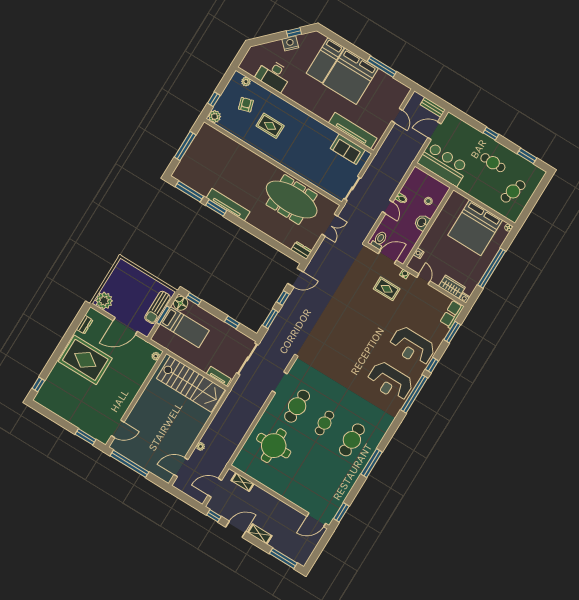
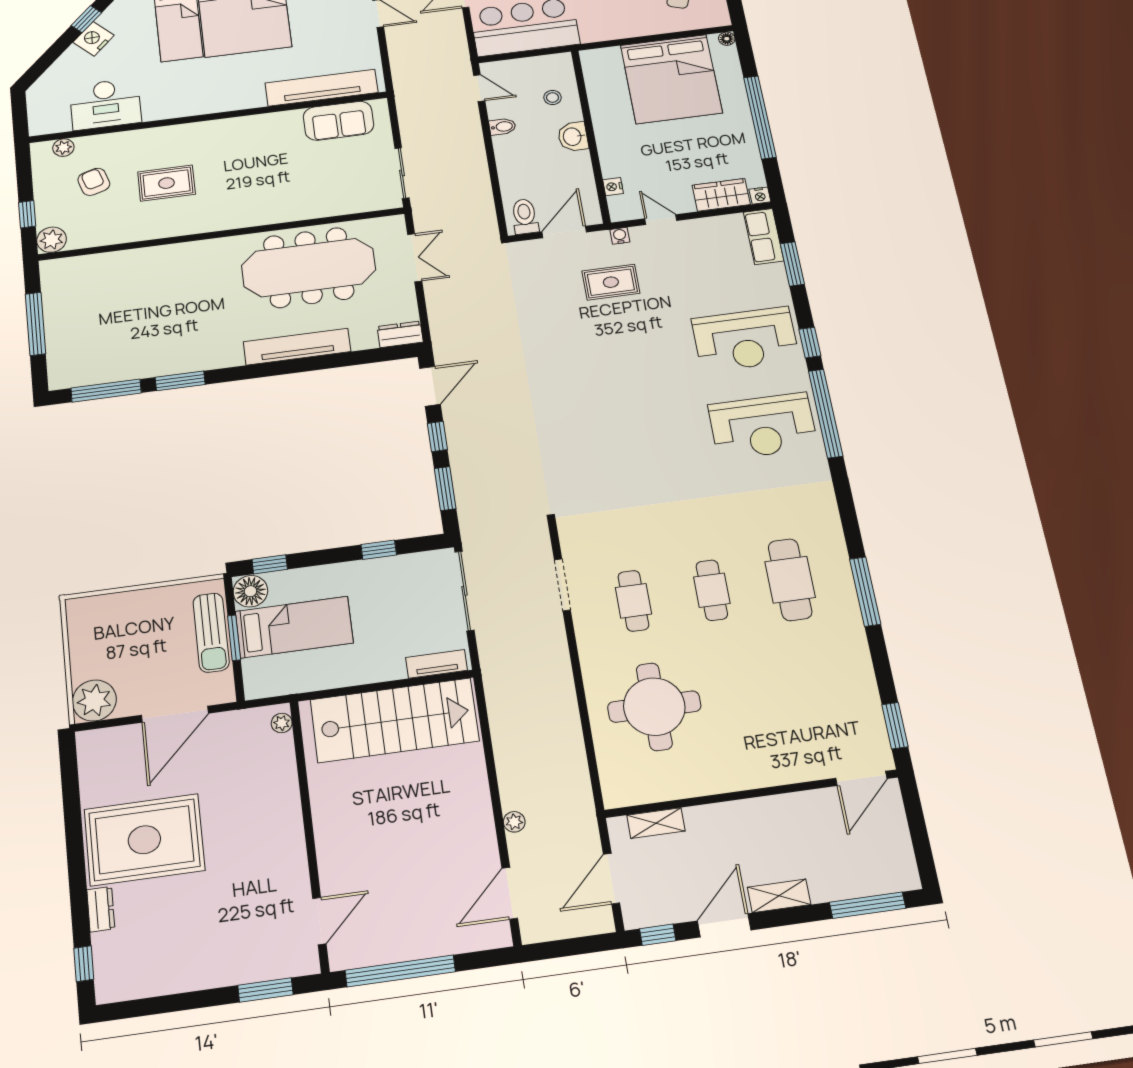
tv unit: (228, 205) -> (297, 347), moved
door: (388, 207) -> (479, 88), moved
dresser: (85, 325) -> (101, 909), moved
cafe table: (297, 406) -> (633, 601), width x0.73, depth x0.74

